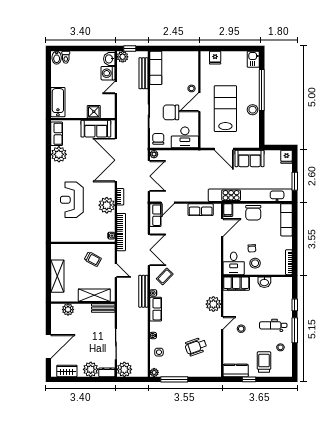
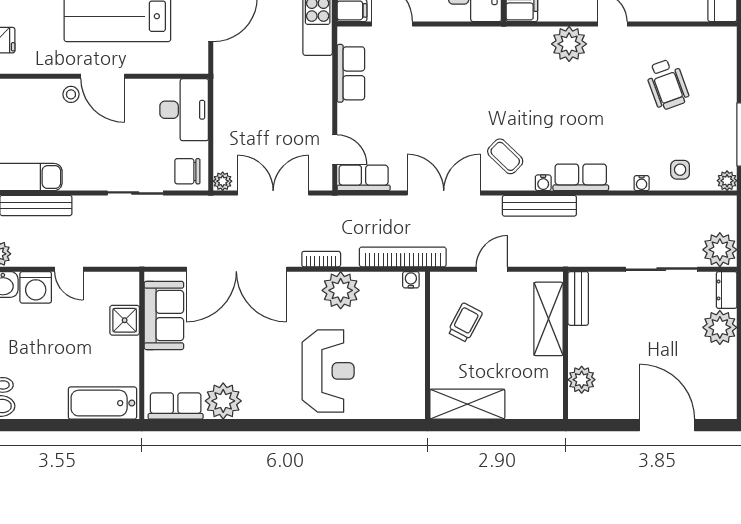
chair: (171, 112) -> (126, 142), removed
reception desk: (72, 200) -> (328, 371), turned -90
shelving: (57, 276) -> (467, 404), moved
wardrobe: (67, 371) -> (723, 382), removed

